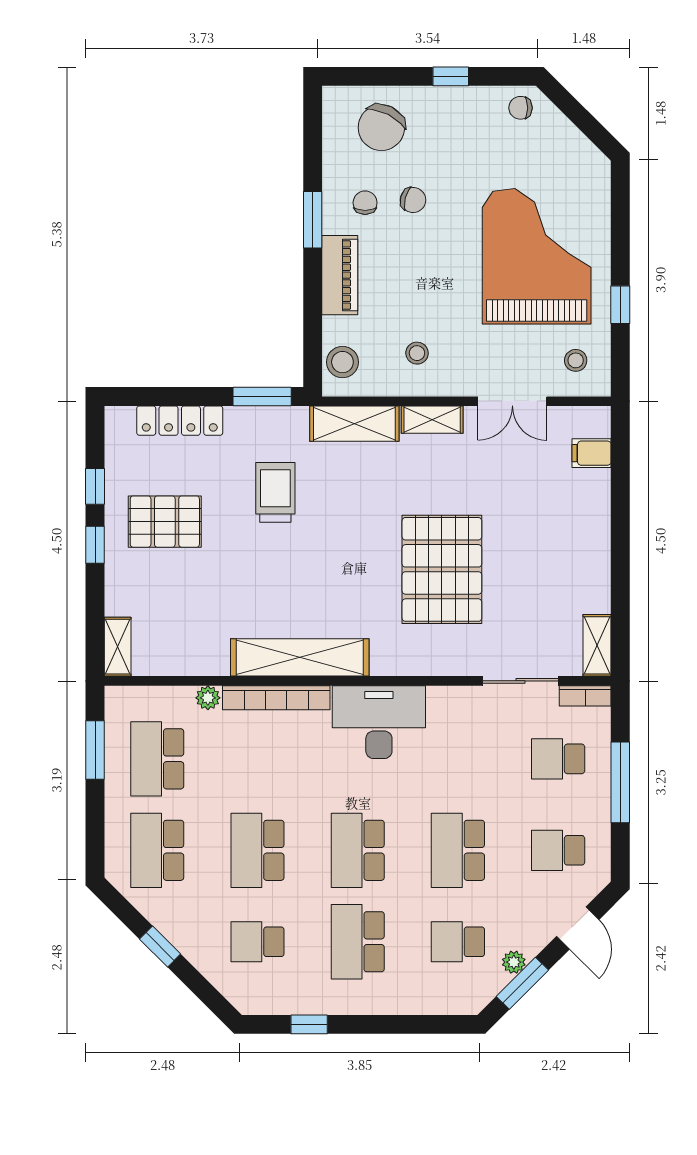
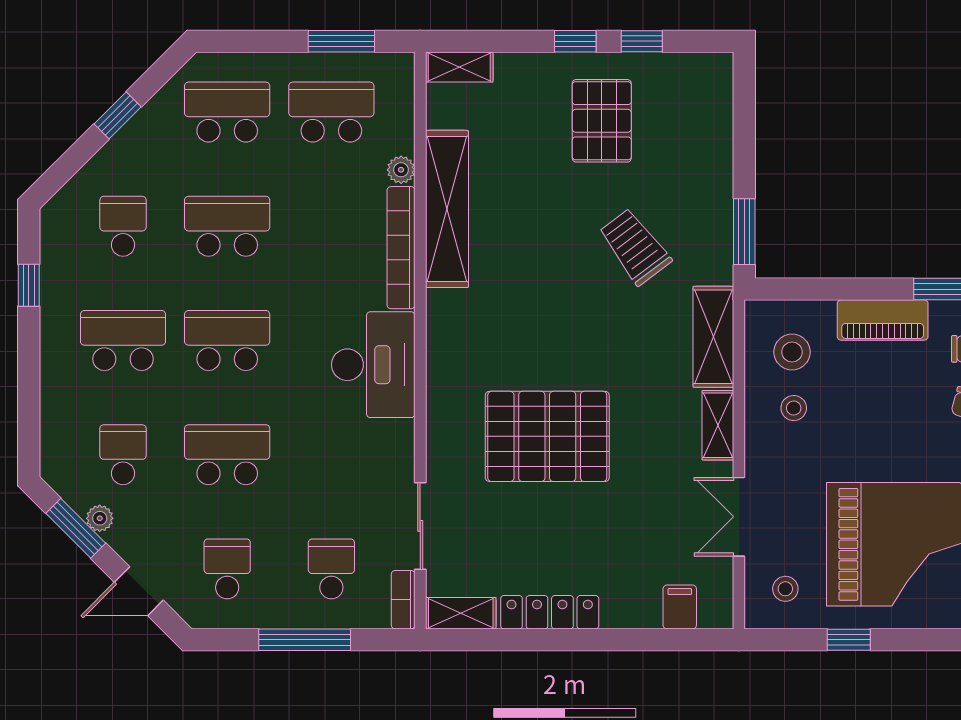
stool: (342, 362) -> (792, 352), moved
locker: (180, 421) -> (550, 612), moved, turned 90
trolley: (275, 492) -> (635, 247), turned -127
shelving: (300, 657) -> (447, 209), moved

